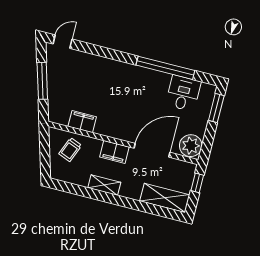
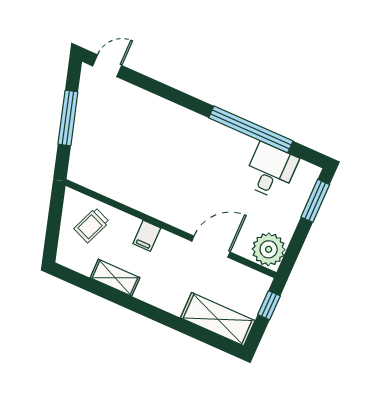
filing cabinet: (82, 122) -> (116, 187), removed
door: (152, 150) -> (211, 247), width x0.73
filing cabinet: (114, 152) -> (147, 236), width x0.50
shelving: (104, 185) -> (115, 278), moved

